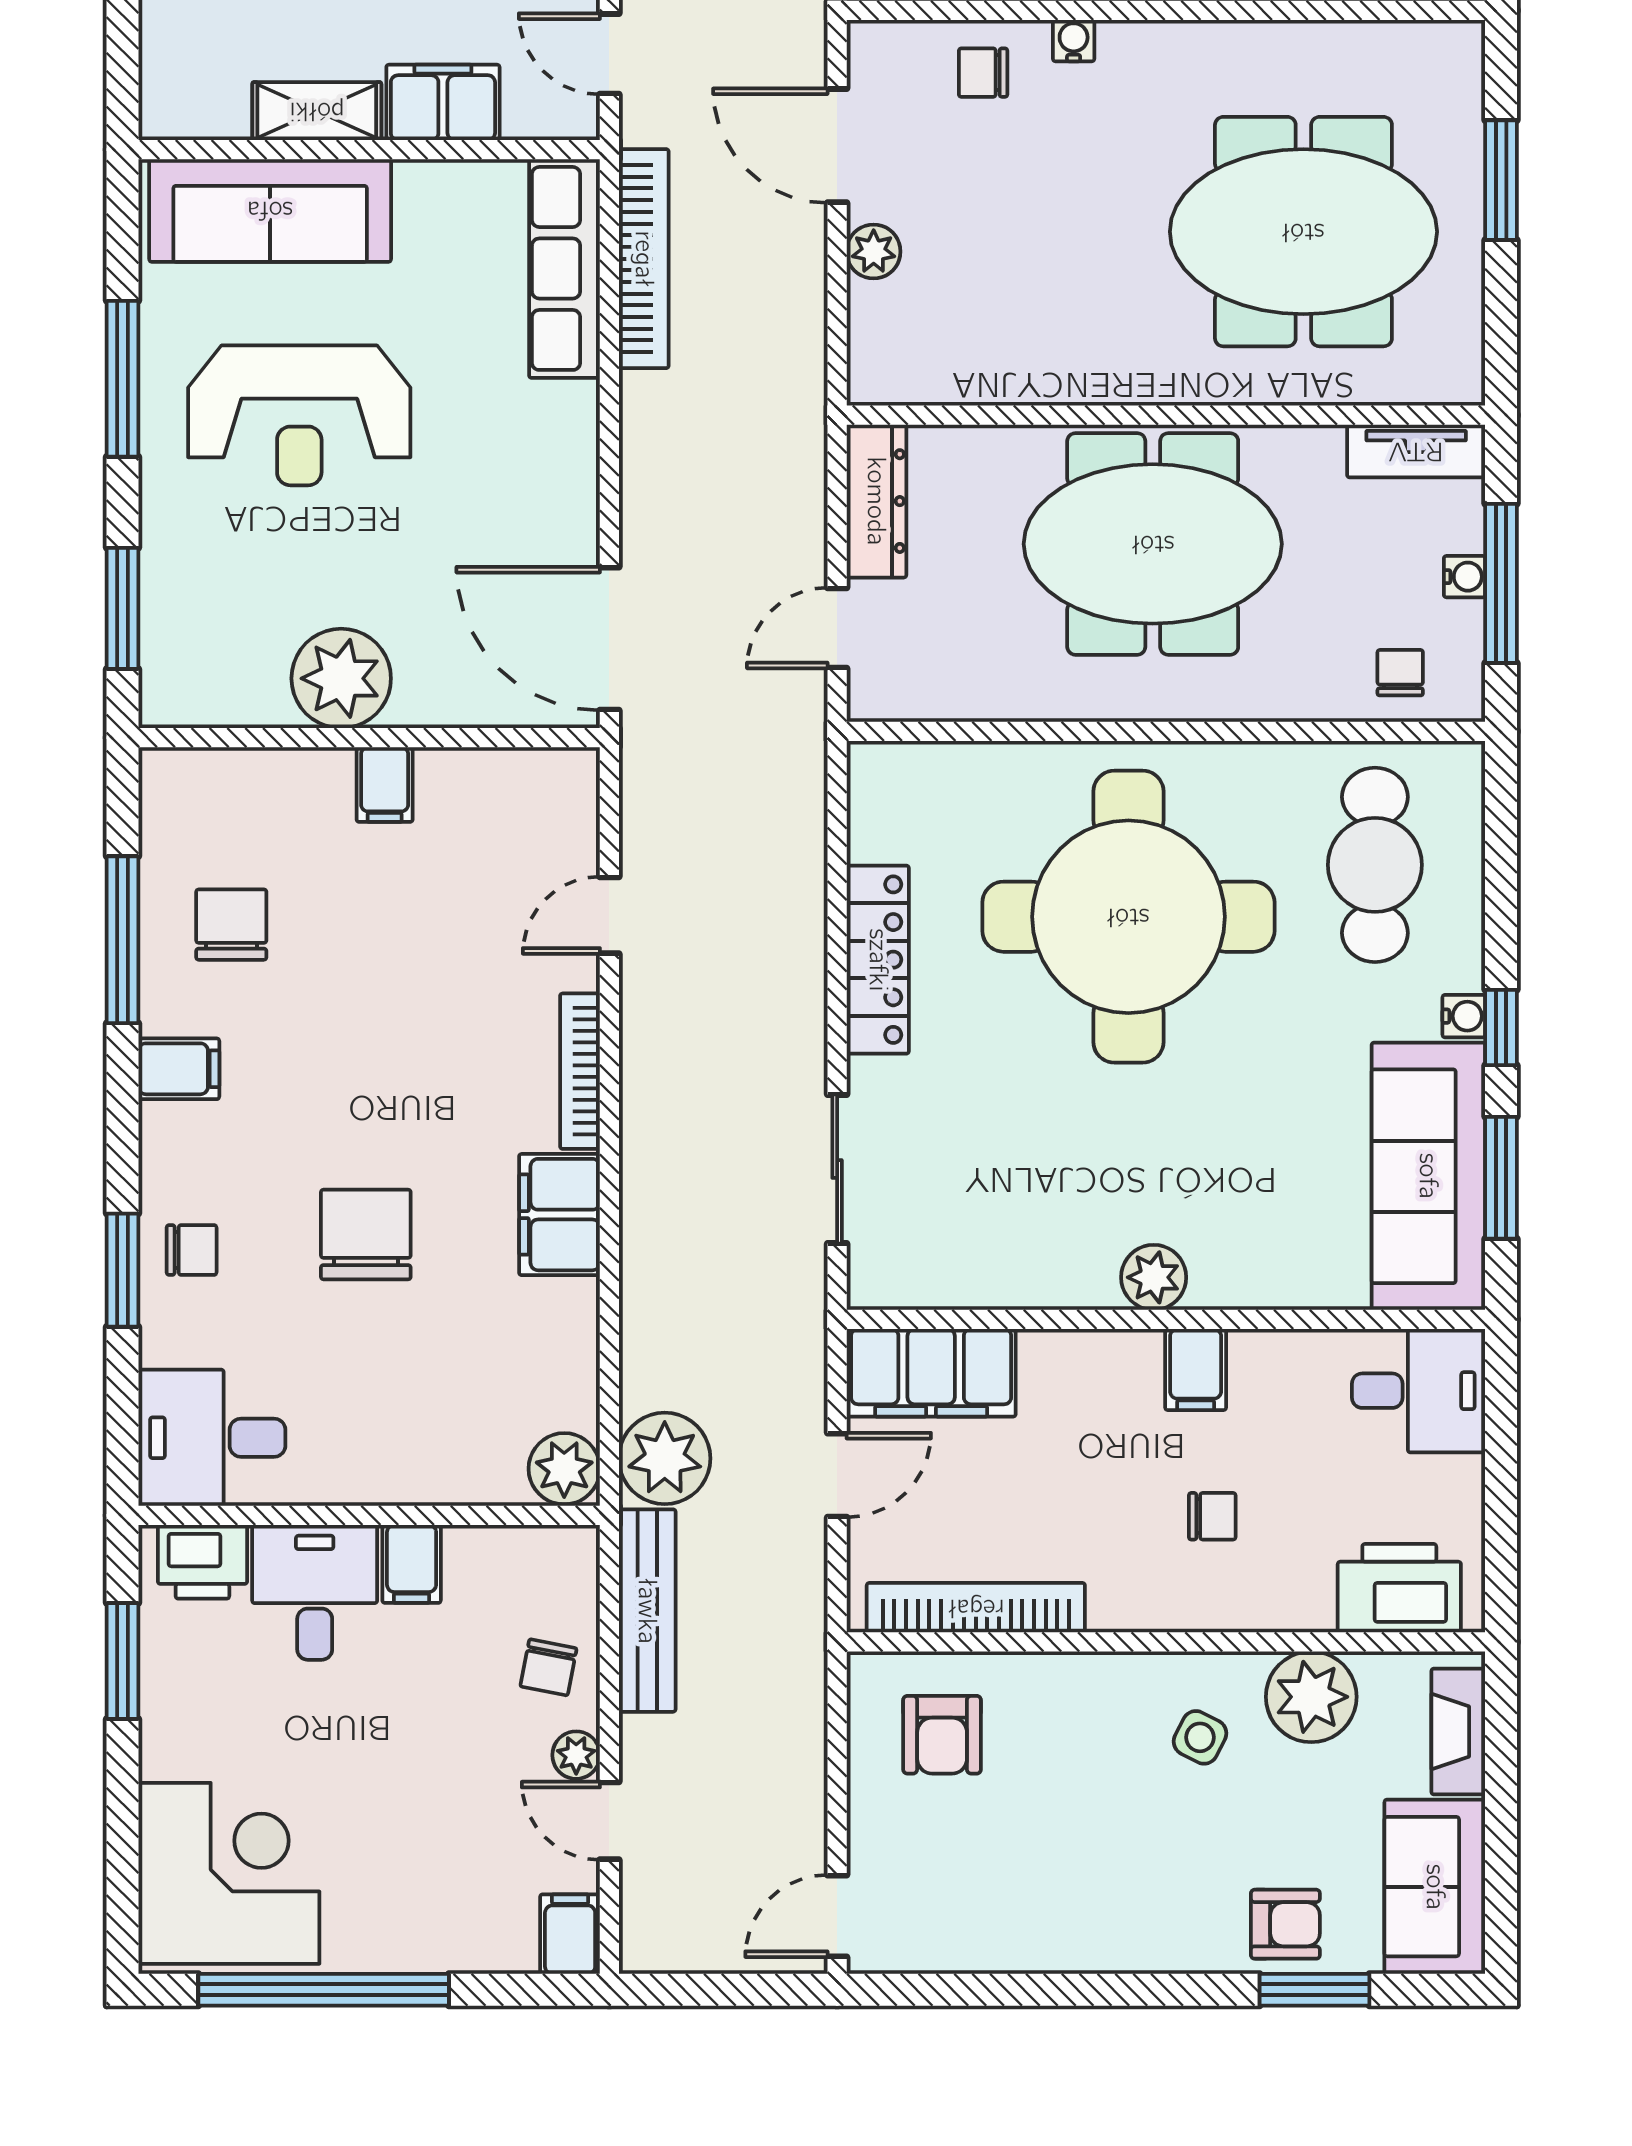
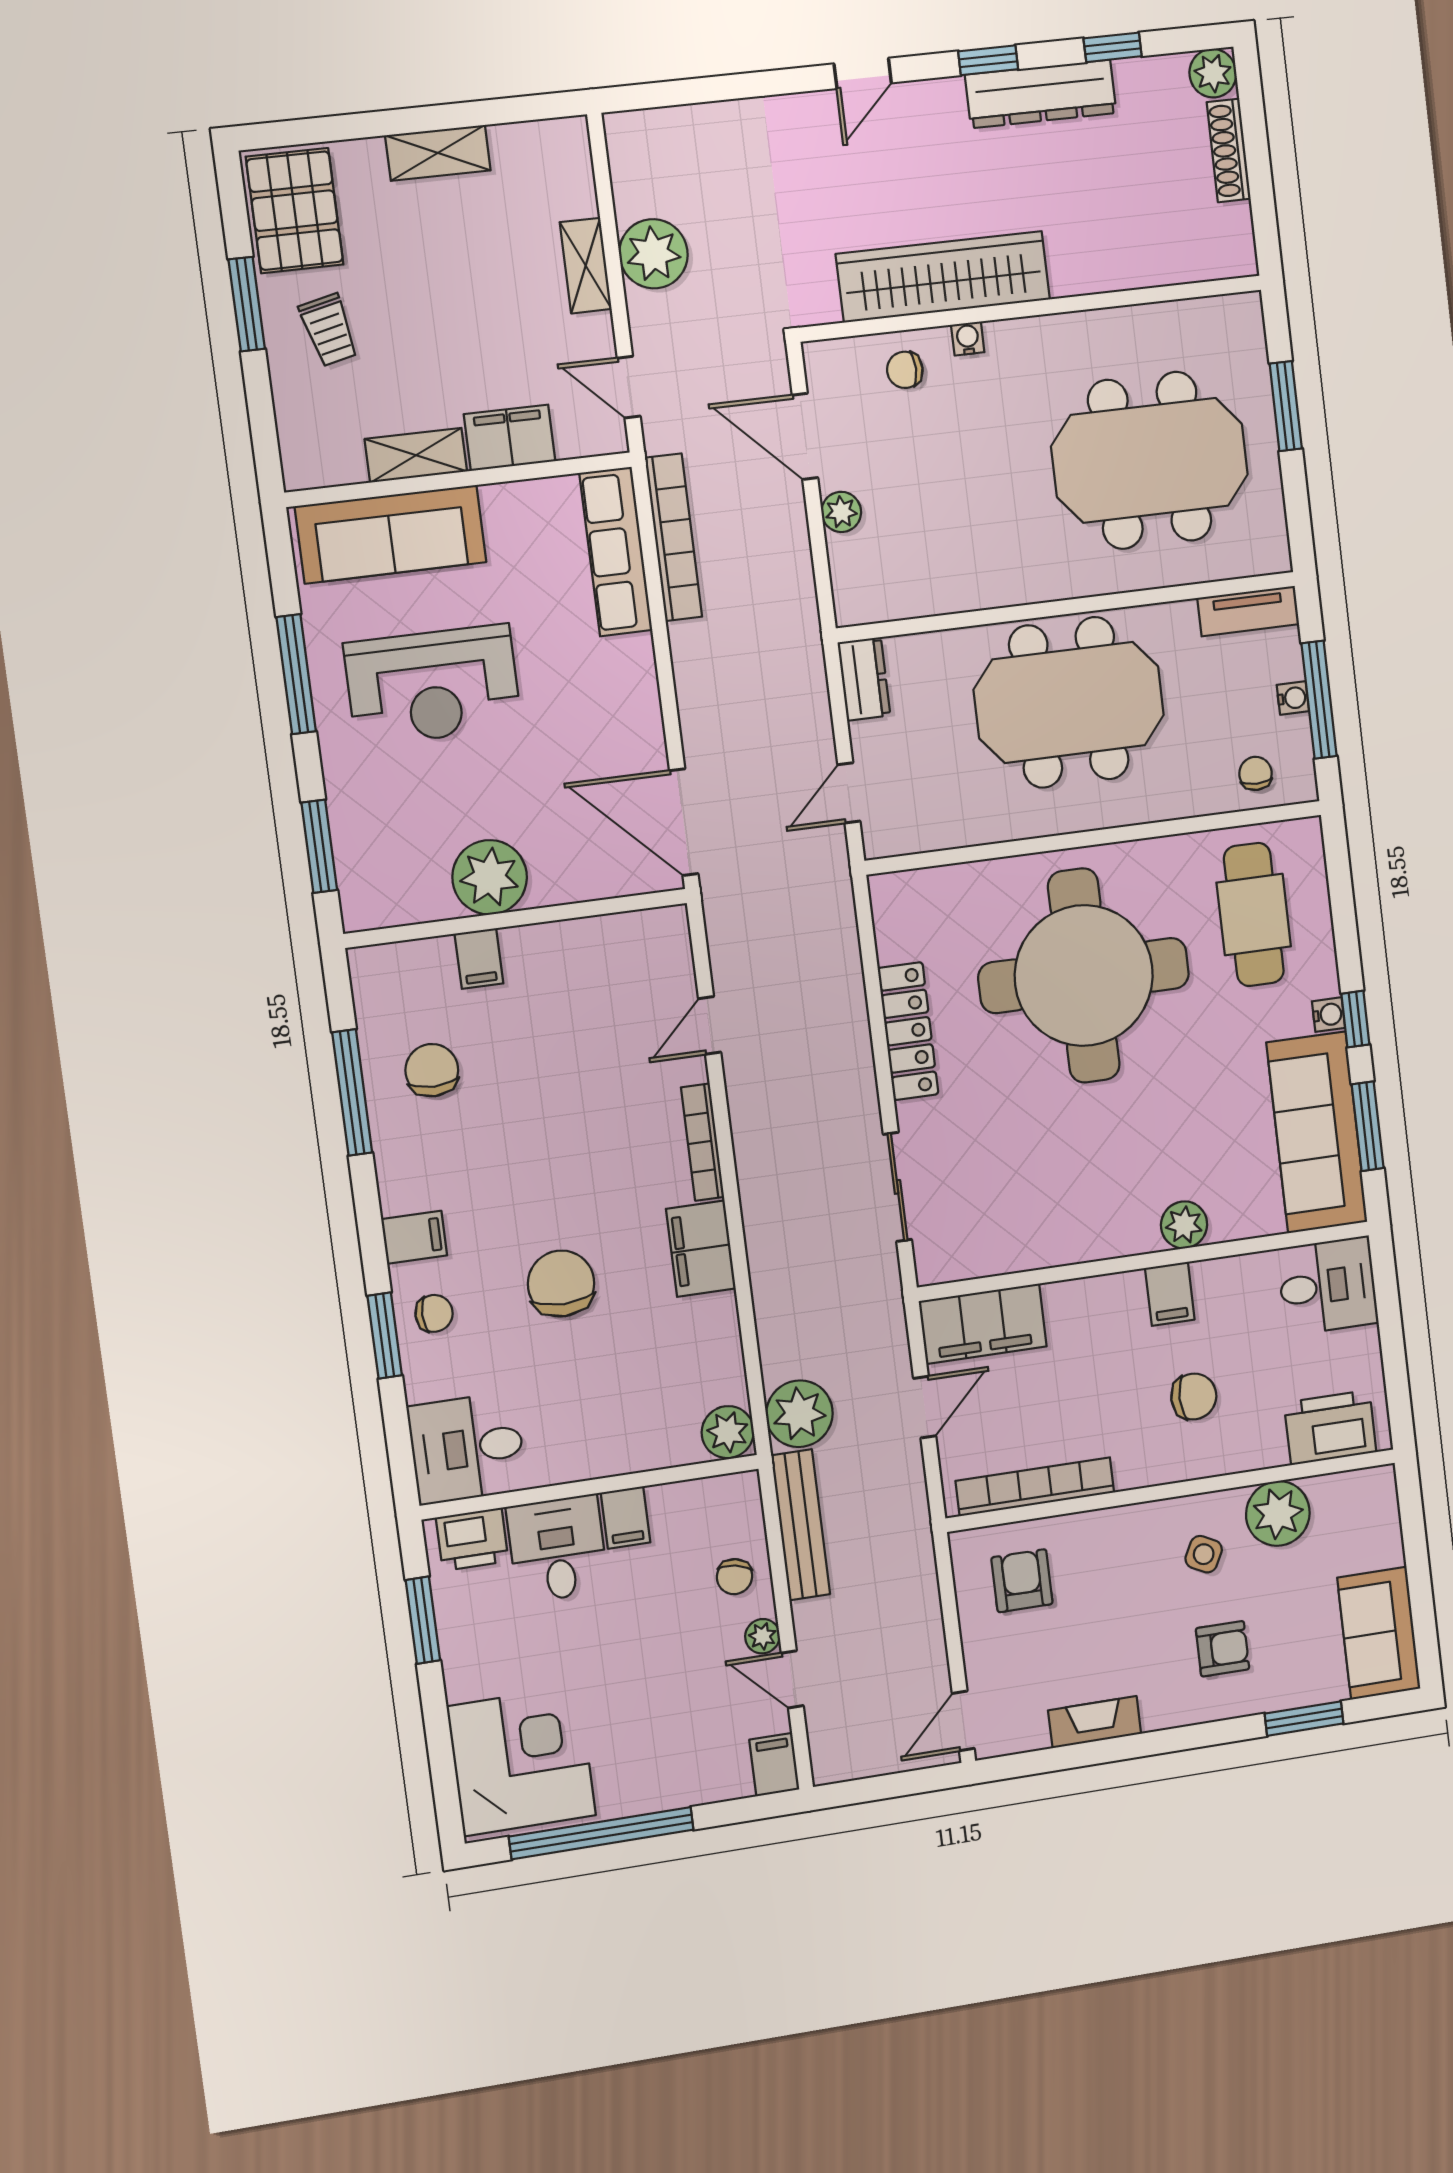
dresser: (876, 501) -> (864, 679), width x0.70
filing cabinet: (385, 785) -> (479, 959), moved
filing cabinet: (179, 1069) -> (414, 1237), moved
plant: (1154, 1277) -> (1184, 1225), moved
chair: (1212, 1516) -> (1194, 1396), width x1.37, depth x1.37
fireplace: (1458, 1731) -> (1095, 1722), moved, turned 90
armchair: (942, 1735) -> (1022, 1581), turned 180
armchair: (1285, 1924) -> (1223, 1649), moved

